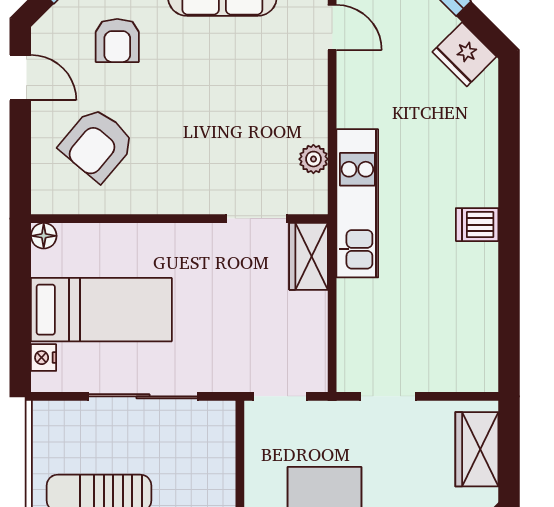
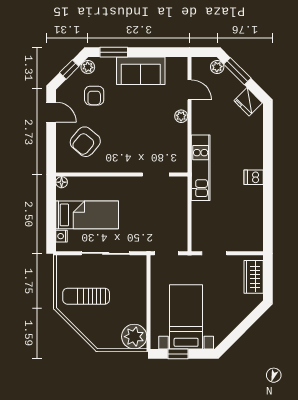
plant: (313, 159) -> (181, 116), moved
wardrobe: (309, 256) -> (179, 191), removed

